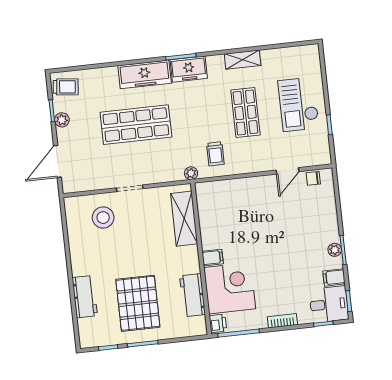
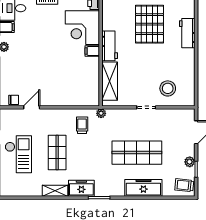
freezer: (189, 69) -> (81, 188), moved
freezer: (145, 74) -> (143, 188), moved
workbench: (192, 295) -> (110, 46), moved

